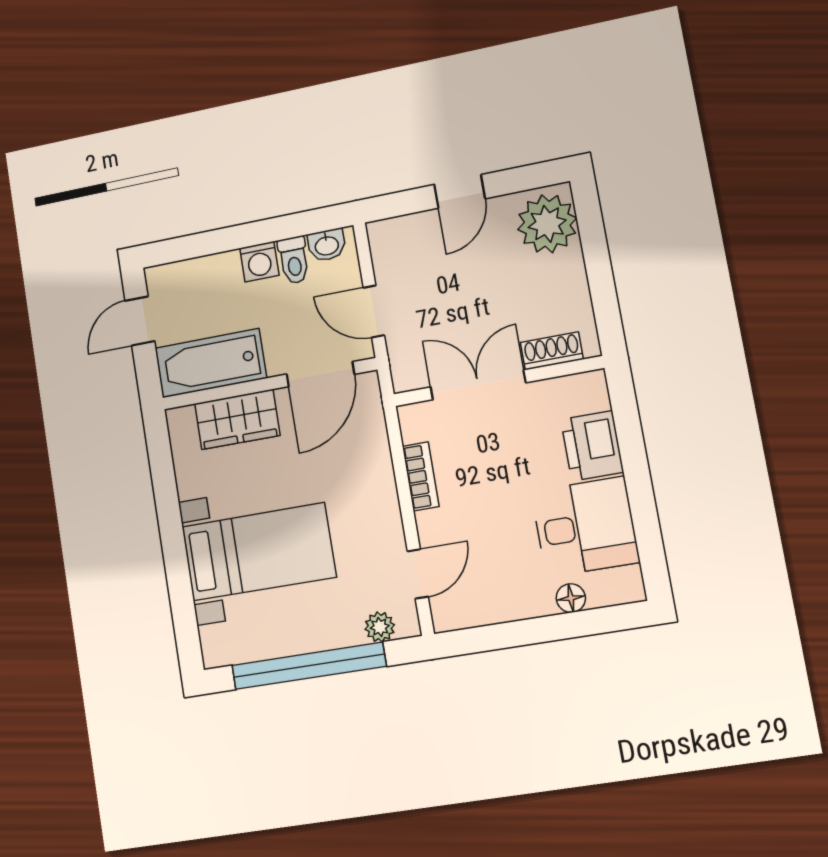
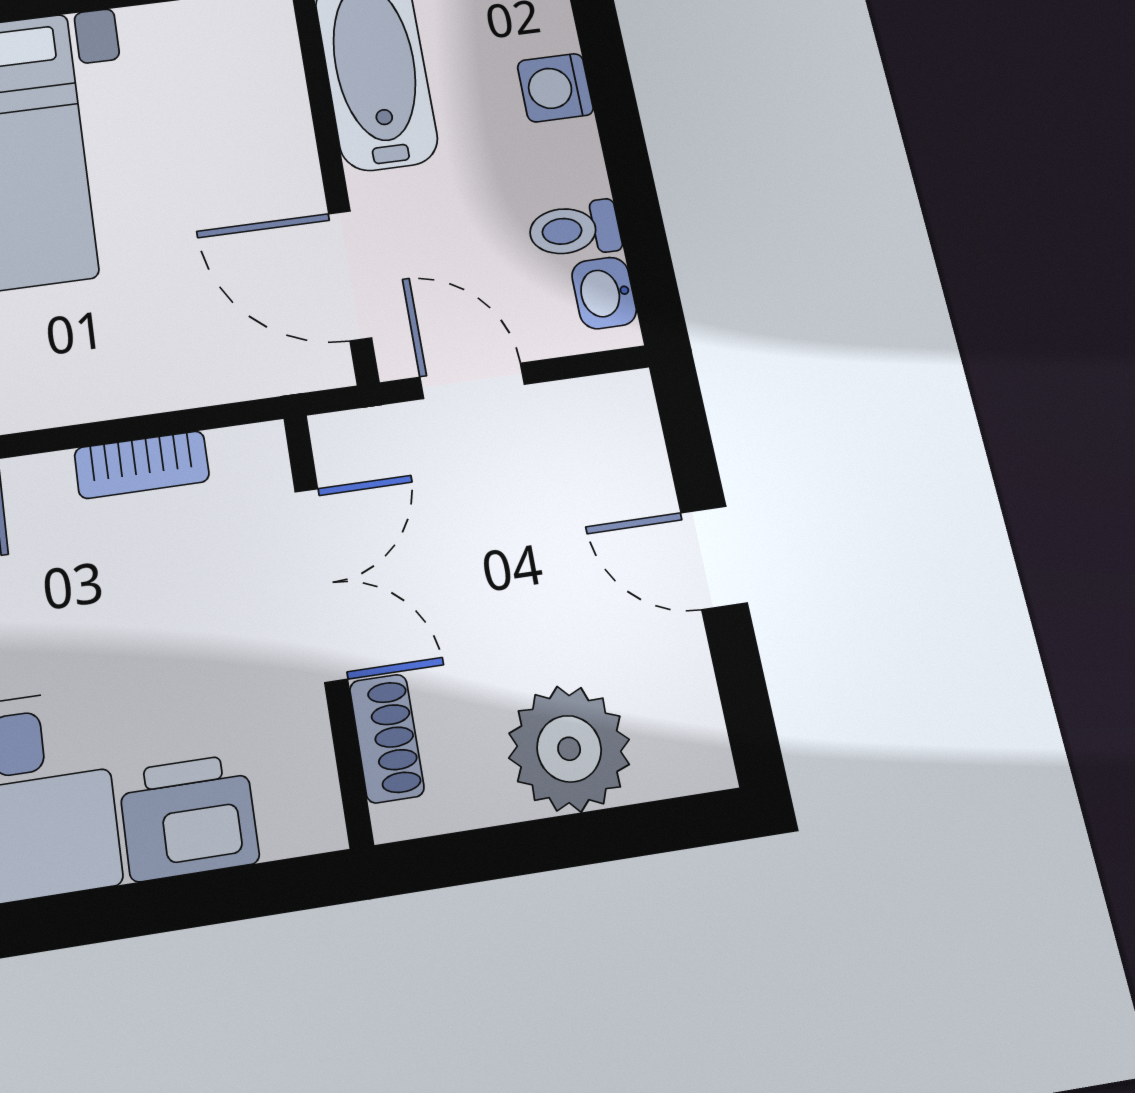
plant: (547, 224) -> (569, 749), moved
washing machine: (259, 262) -> (555, 88), moved
door: (374, 311) -> (472, 381), hinge flipped
wardrobe: (237, 419) -> (267, 118), removed

